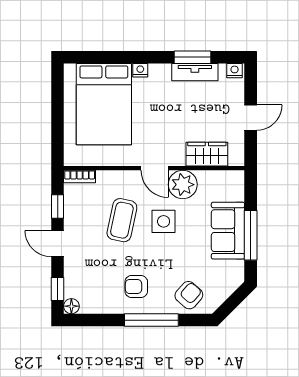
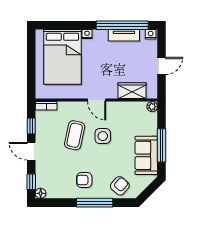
window: (193, 57) -> (122, 25), width x2.11
plant: (183, 185) -> (152, 107), moved, width x0.53, depth x0.53
sofa: (228, 231) -> (146, 155), moved

